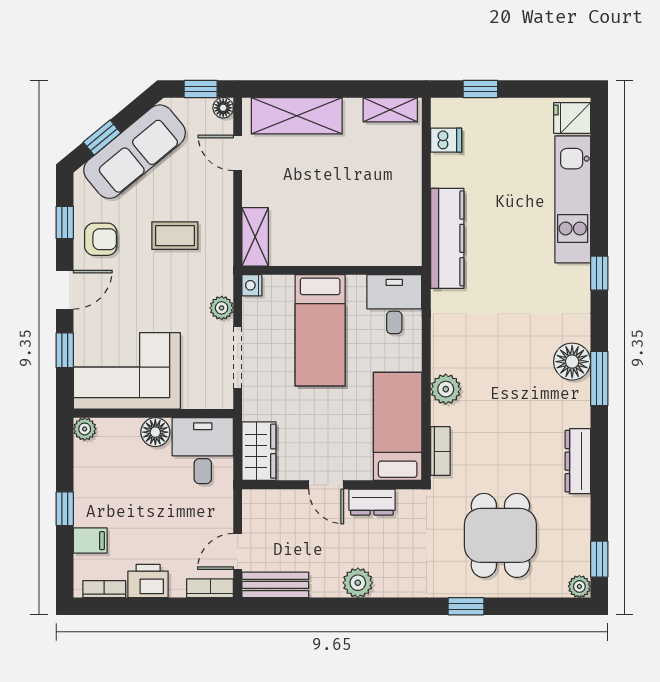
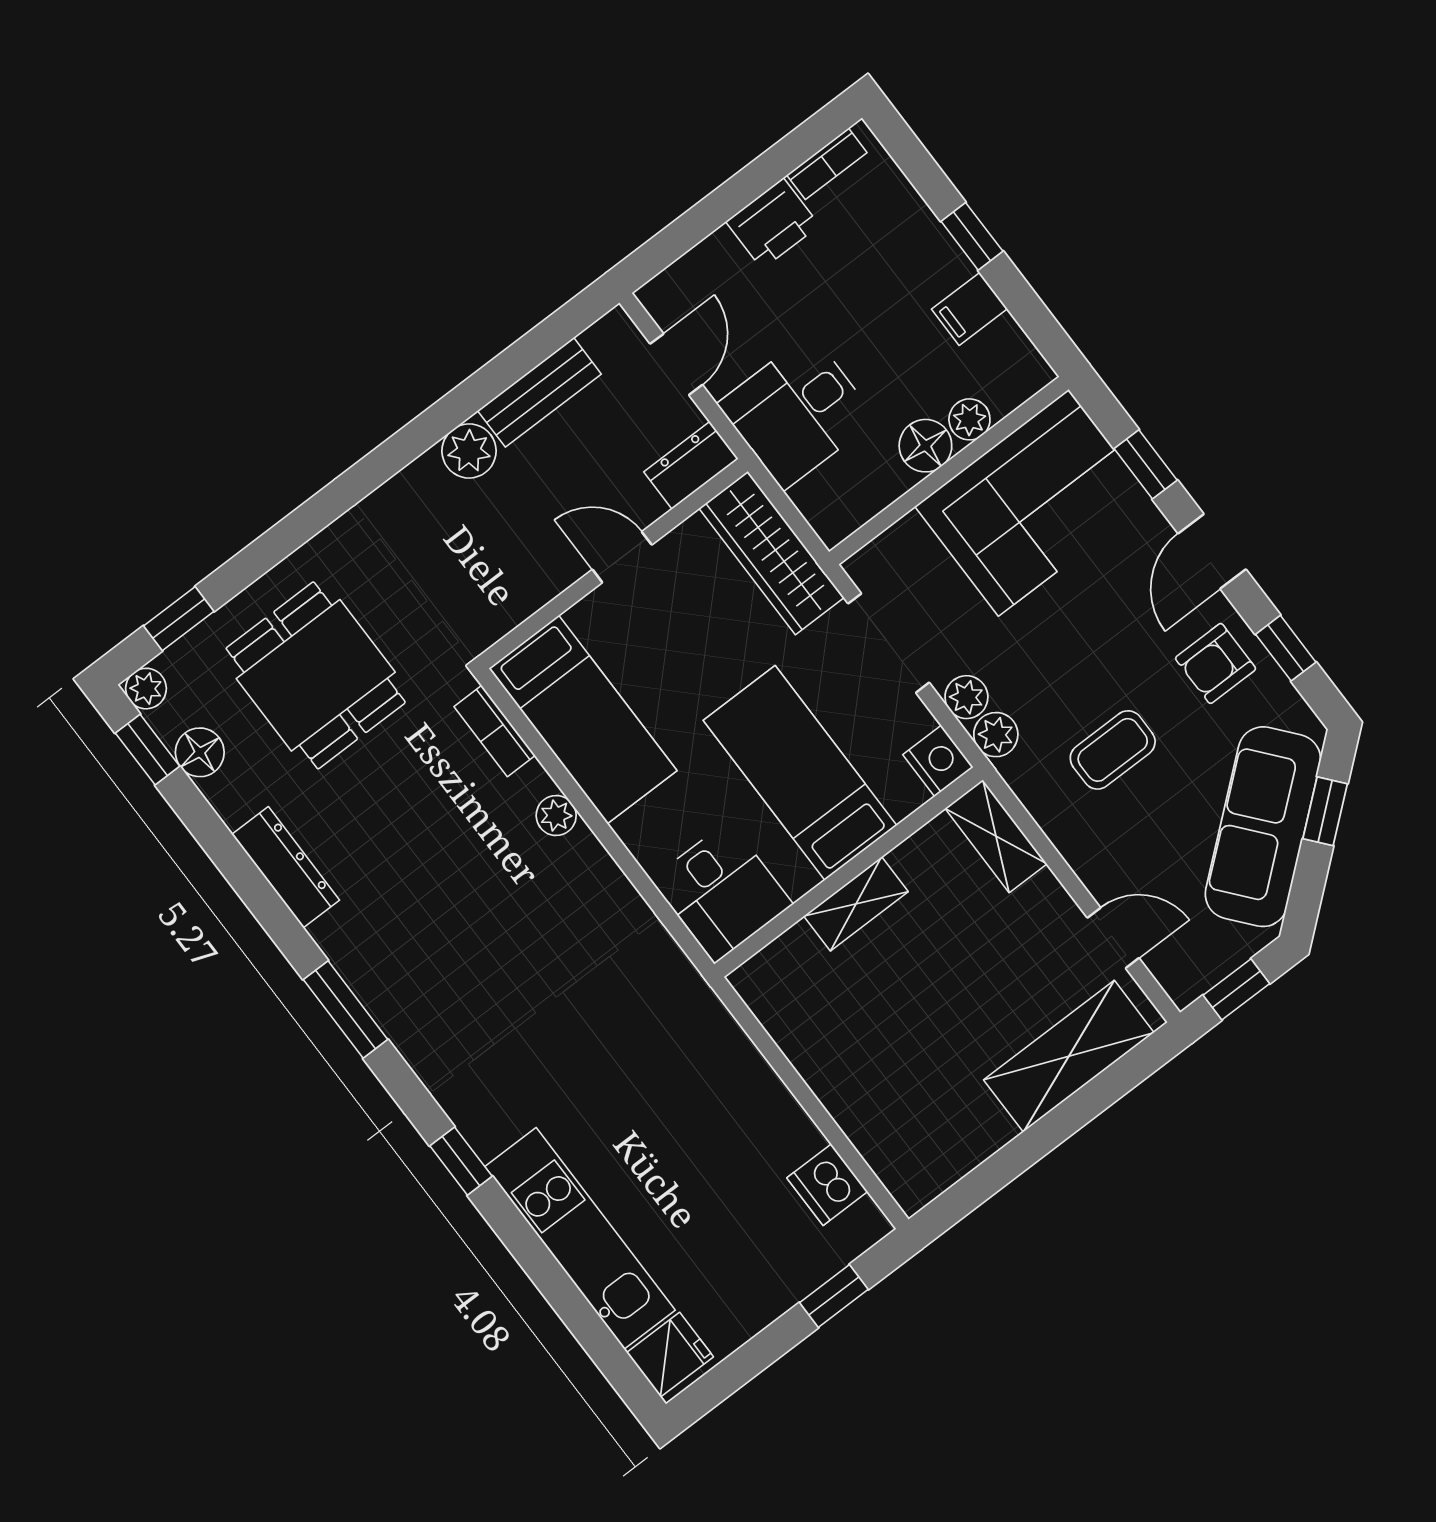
floor lamp: (223, 108) -> (1183, 987), removed
shelving: (390, 110) -> (856, 904), moved
dishwasher: (446, 140) -> (827, 1185), width x1.38
kitchen counter: (447, 238) -> (718, 1045), removed
plant: (221, 282) -> (996, 735), added
nightstand: (252, 285) -> (938, 761), width x1.39, depth x1.35
floor lamp: (572, 362) -> (200, 752), moved, width x0.73, depth x0.73
plant: (446, 389) -> (556, 816), width x0.73, depth x0.73
plant: (85, 429) -> (969, 419), moved
desk: (203, 451) -> (797, 412), moved, turned 90
wardrobe: (259, 451) -> (772, 553), width x1.50
dresser: (372, 502) -> (691, 465), moved
filing cabinet: (90, 541) -> (969, 309), moved
bench: (275, 585) -> (539, 392), moved
bookcase: (210, 588) -> (676, 281), removed
window: (466, 606) -> (179, 619), moved

